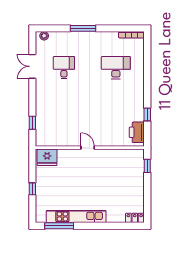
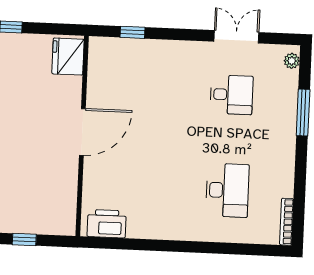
window: (83, 28) -> (303, 113), moved
window: (147, 114) -> (139, 244), removed
door: (88, 148) -> (82, 132), width x1.88
window: (147, 166) -> (24, 239), moved

